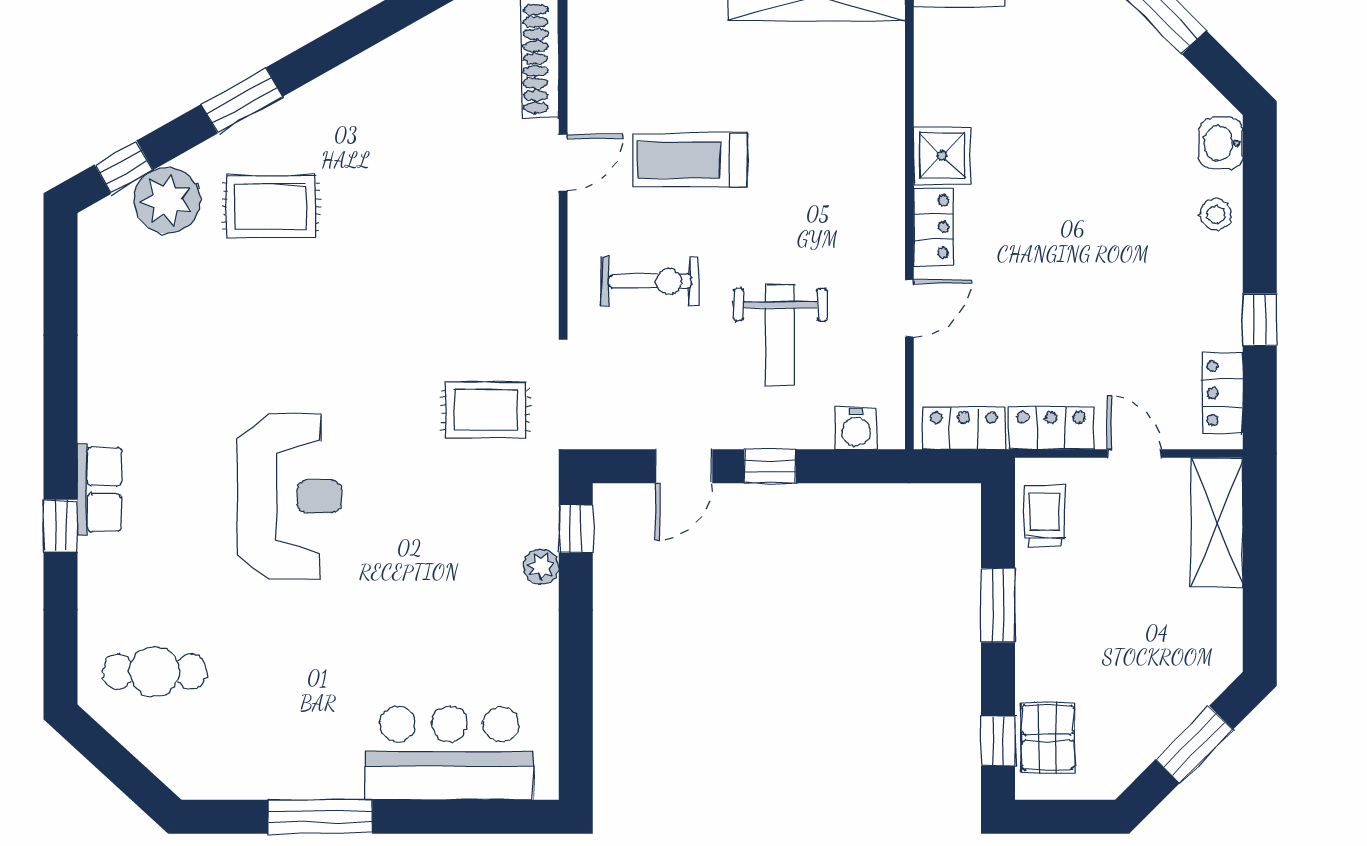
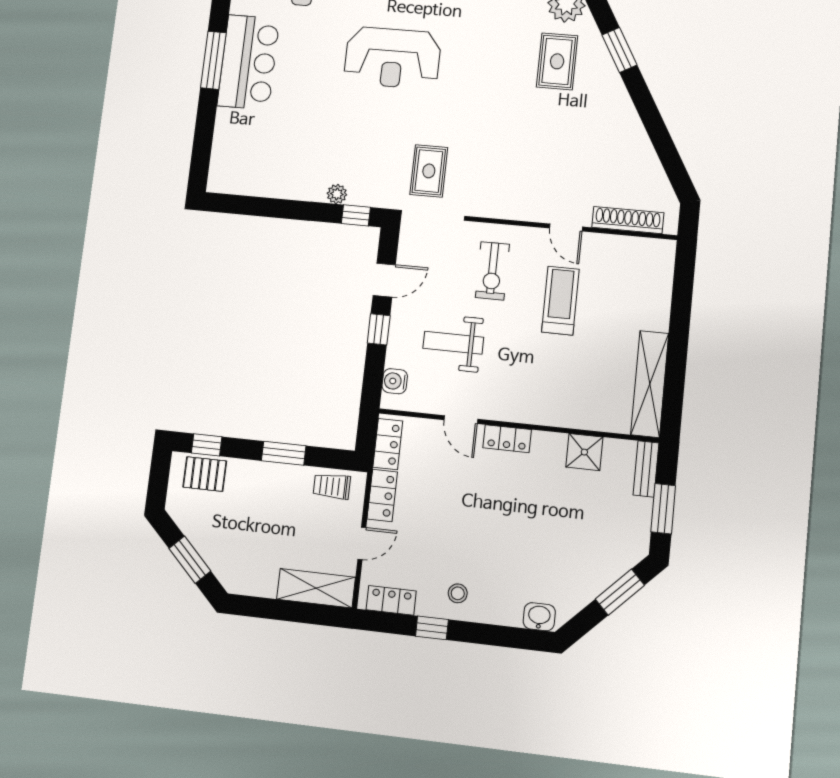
shower: (942, 156) -> (584, 452), moved
stool: (1216, 215) -> (458, 593), moved
door: (684, 466) -> (384, 280), swing flipped
trolley: (1045, 516) -> (332, 486), turned 180
bar counter: (449, 753) -> (248, 62), moved

